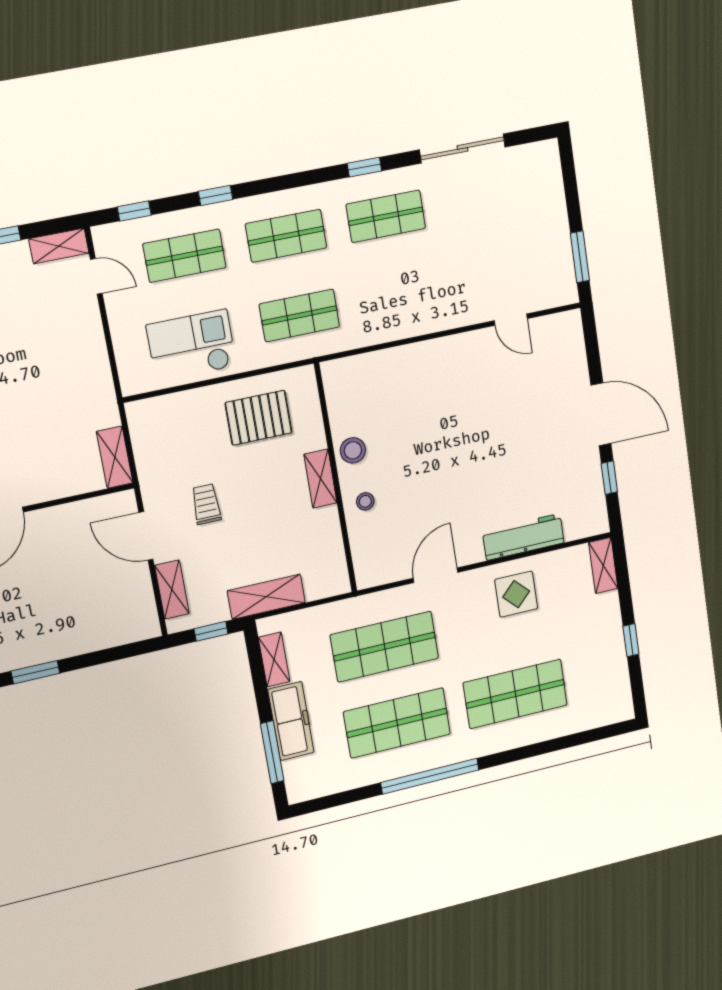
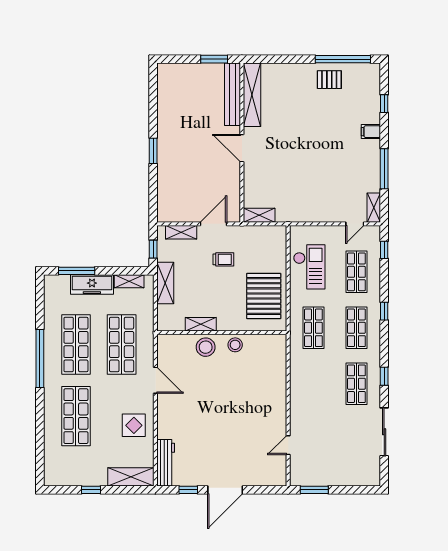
window: (216, 195) -> (384, 311), moved
pallet: (258, 418) -> (264, 296), width x1.37, depth x1.41
shelving: (320, 479) -> (201, 324), moved
stool: (365, 501) -> (206, 347), width x1.89, depth x1.89
workbench: (523, 537) -> (166, 463), moved
shelving: (603, 566) -> (131, 477), width x1.50, depth x1.33

